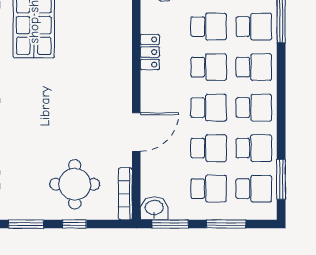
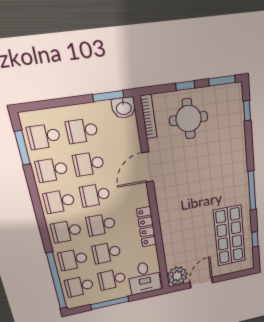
locker: (150, 52) -> (147, 227), width x1.53
window: (226, 224) -> (61, 102), removed

